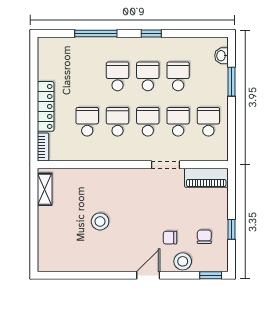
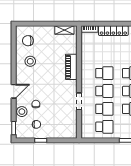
school desk: (87, 122) -> (104, 55), removed
piano: (206, 178) -> (71, 67), moved
stool: (100, 221) -> (30, 61), moved
chair: (63, 251) -> (28, 41), added
door: (148, 275) -> (14, 91), hinge flipped

